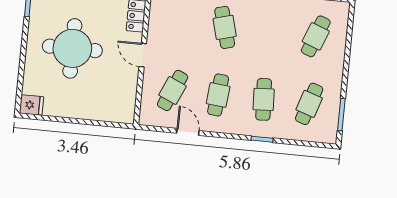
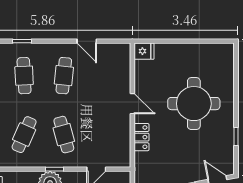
cafe table: (173, 90) -> (24, 135), moved
fridge: (31, 105) -> (144, 51), moved, turned 180

